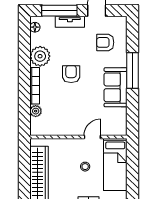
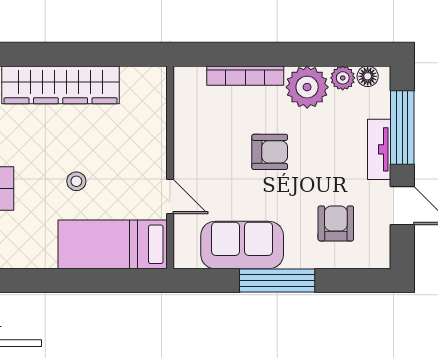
plant: (36, 111) -> (343, 78), moved
wall: (78, 137) -> (170, 167), moved
door: (92, 137) -> (170, 196), moved
bed: (115, 164) -> (113, 244), moved

